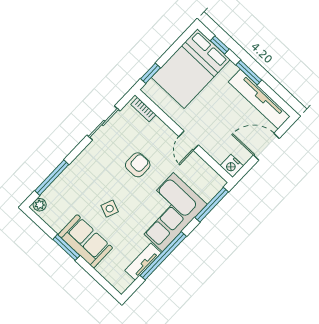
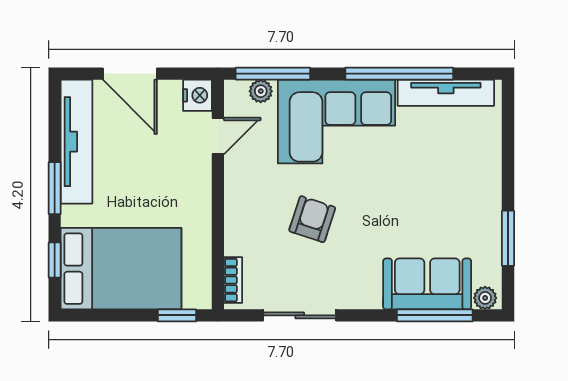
door: (189, 141) -> (218, 136), moved
armchair: (138, 165) -> (312, 219), turned 108
plant: (209, 193) -> (261, 91), added
side table: (110, 209) -> (404, 202), removed
sofa: (85, 241) -> (427, 284), moved, turned 90
window: (66, 247) -> (508, 238), moved
tv unit: (143, 262) -> (446, 93), width x1.41

